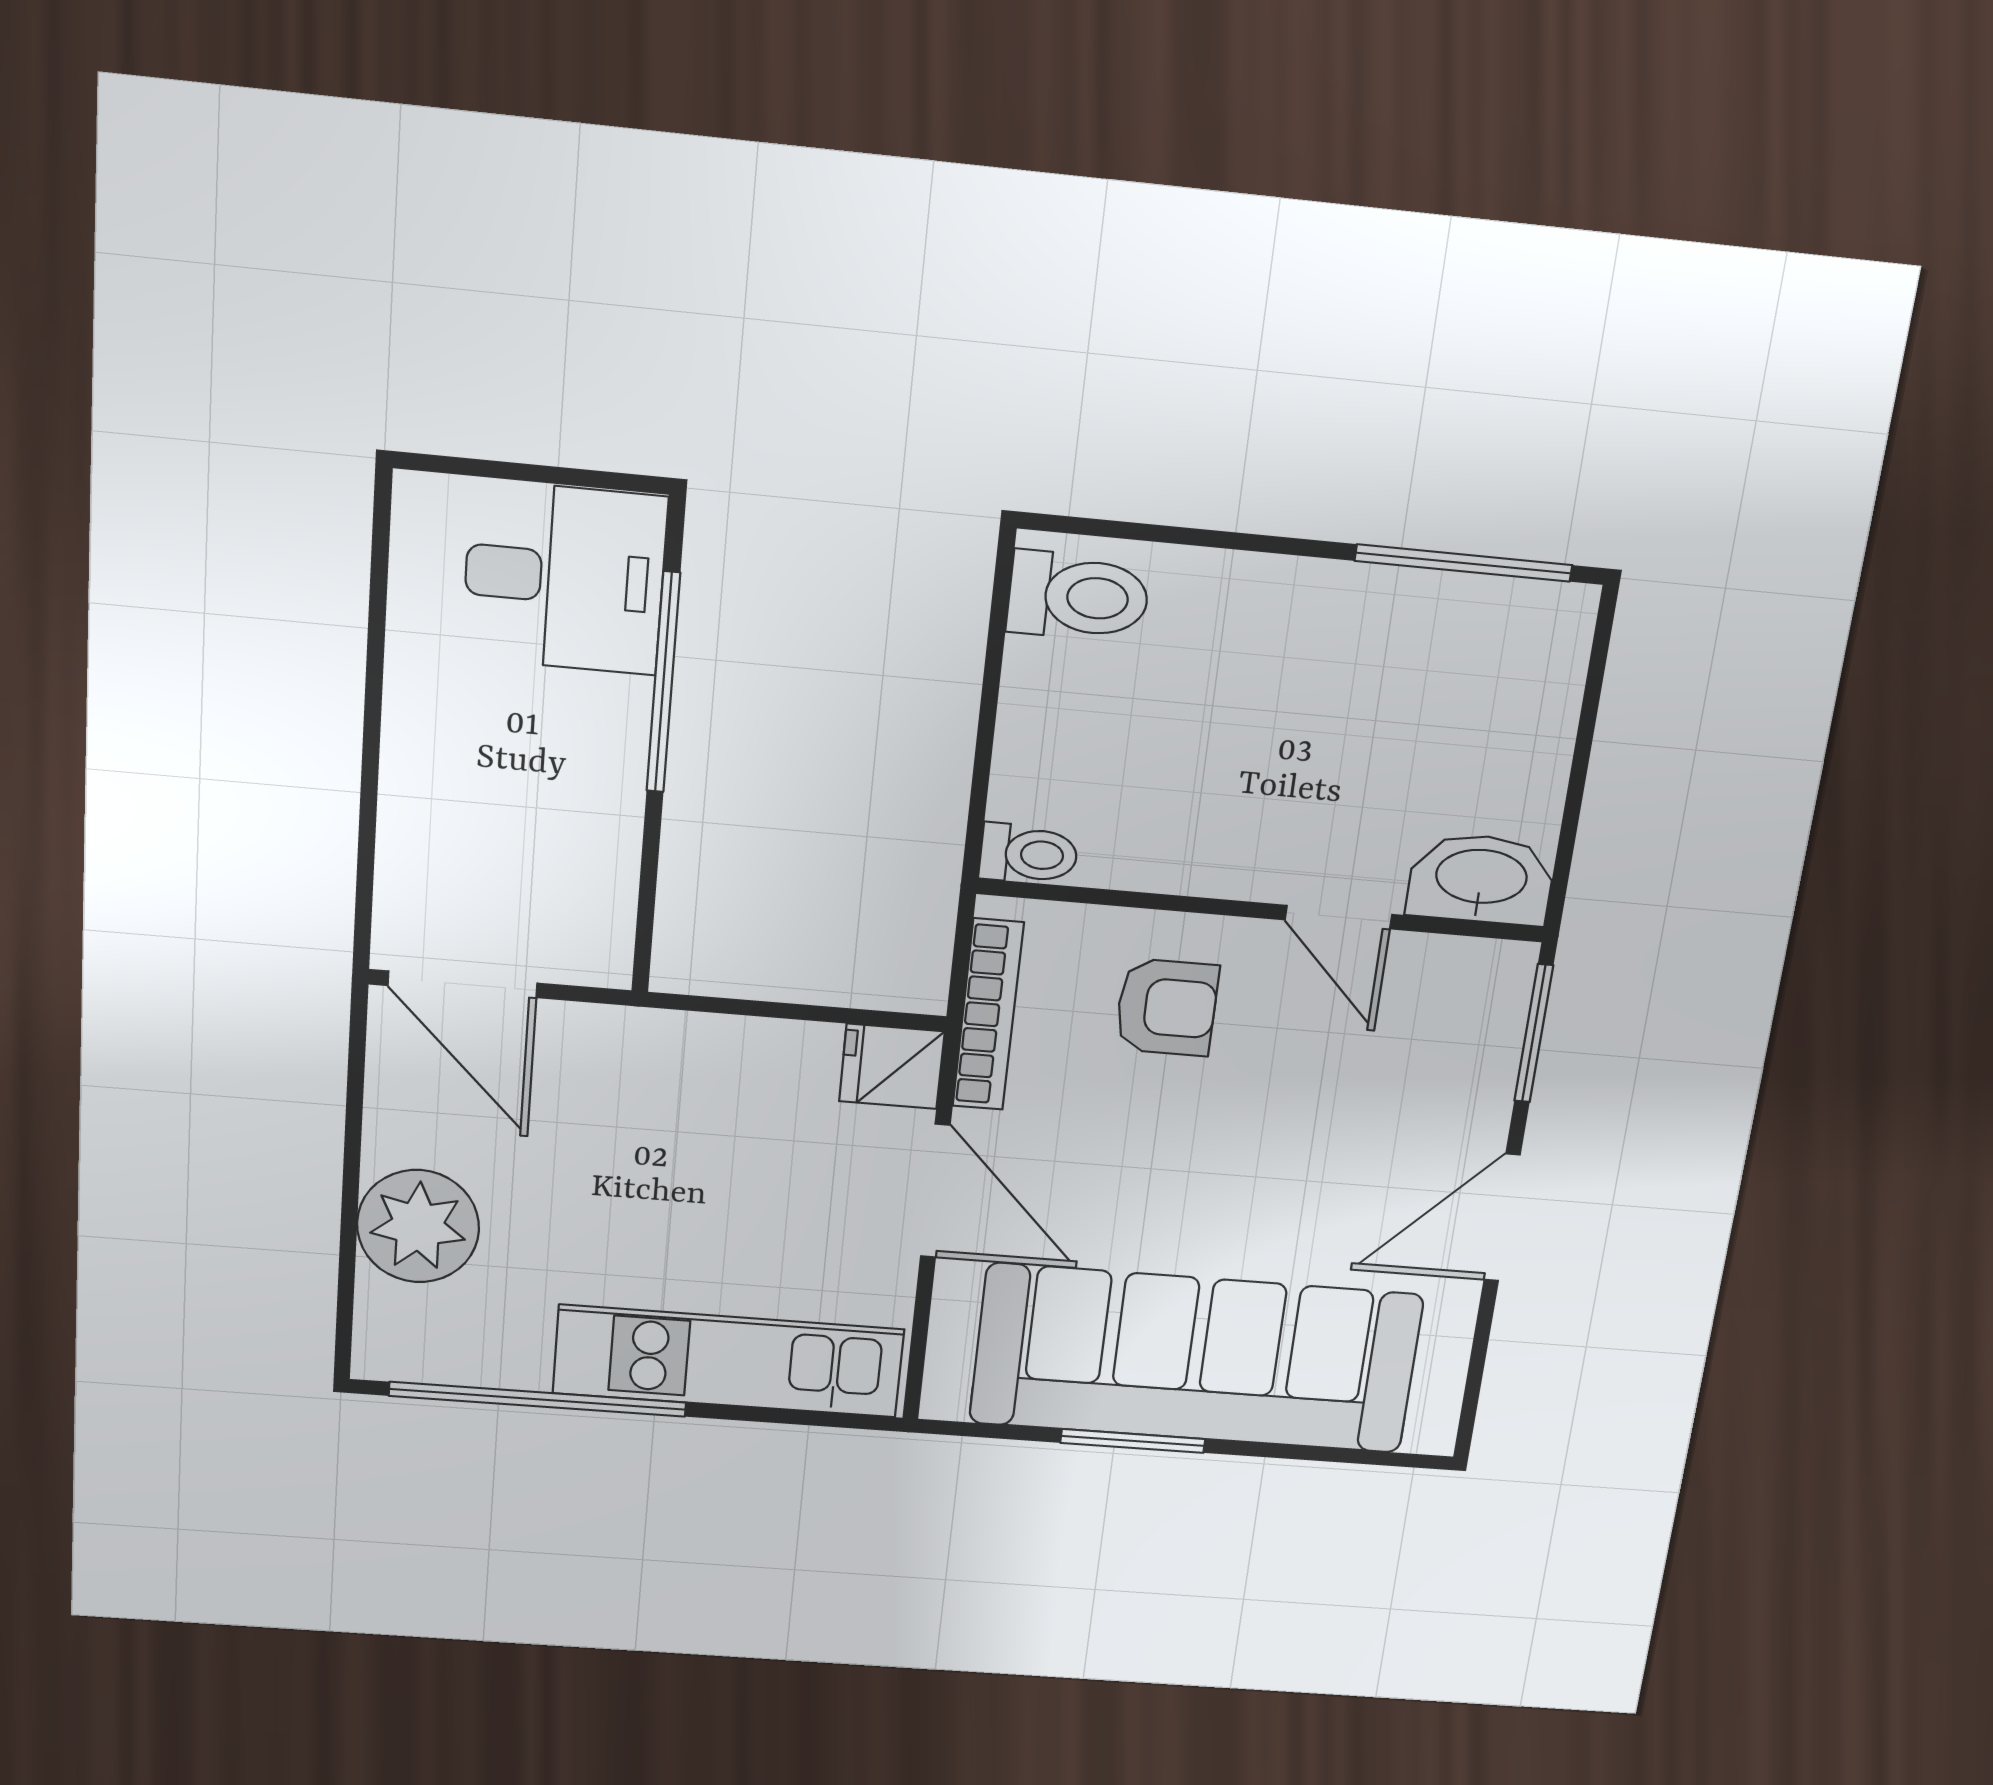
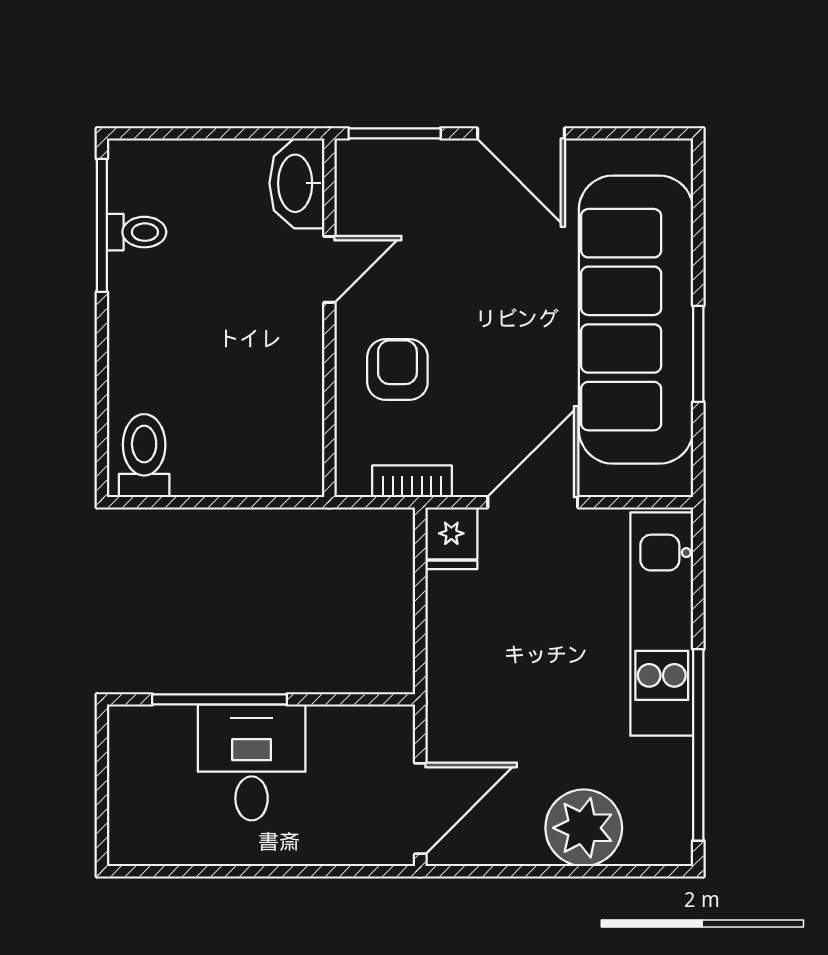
desk: (564, 578) -> (252, 762), moved
toilet: (1029, 854) -> (137, 232), moved, turned 90
bookcase: (988, 1015) -> (412, 481), width x0.64

